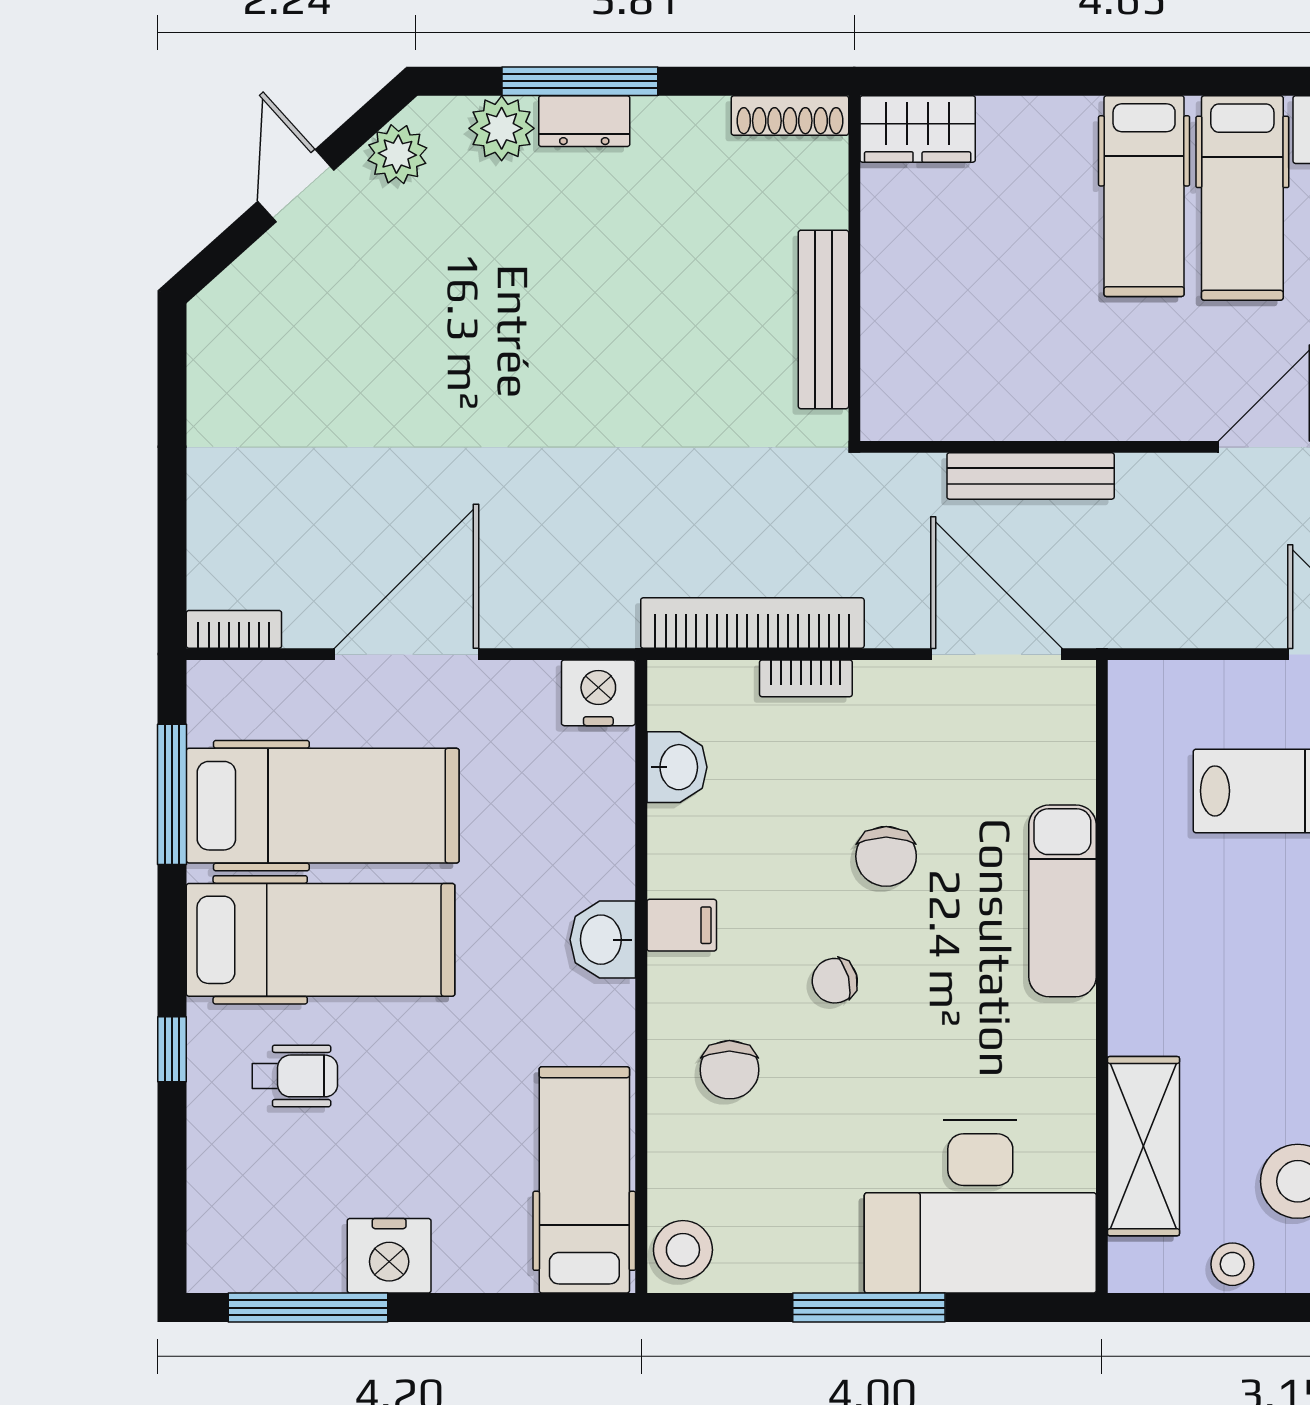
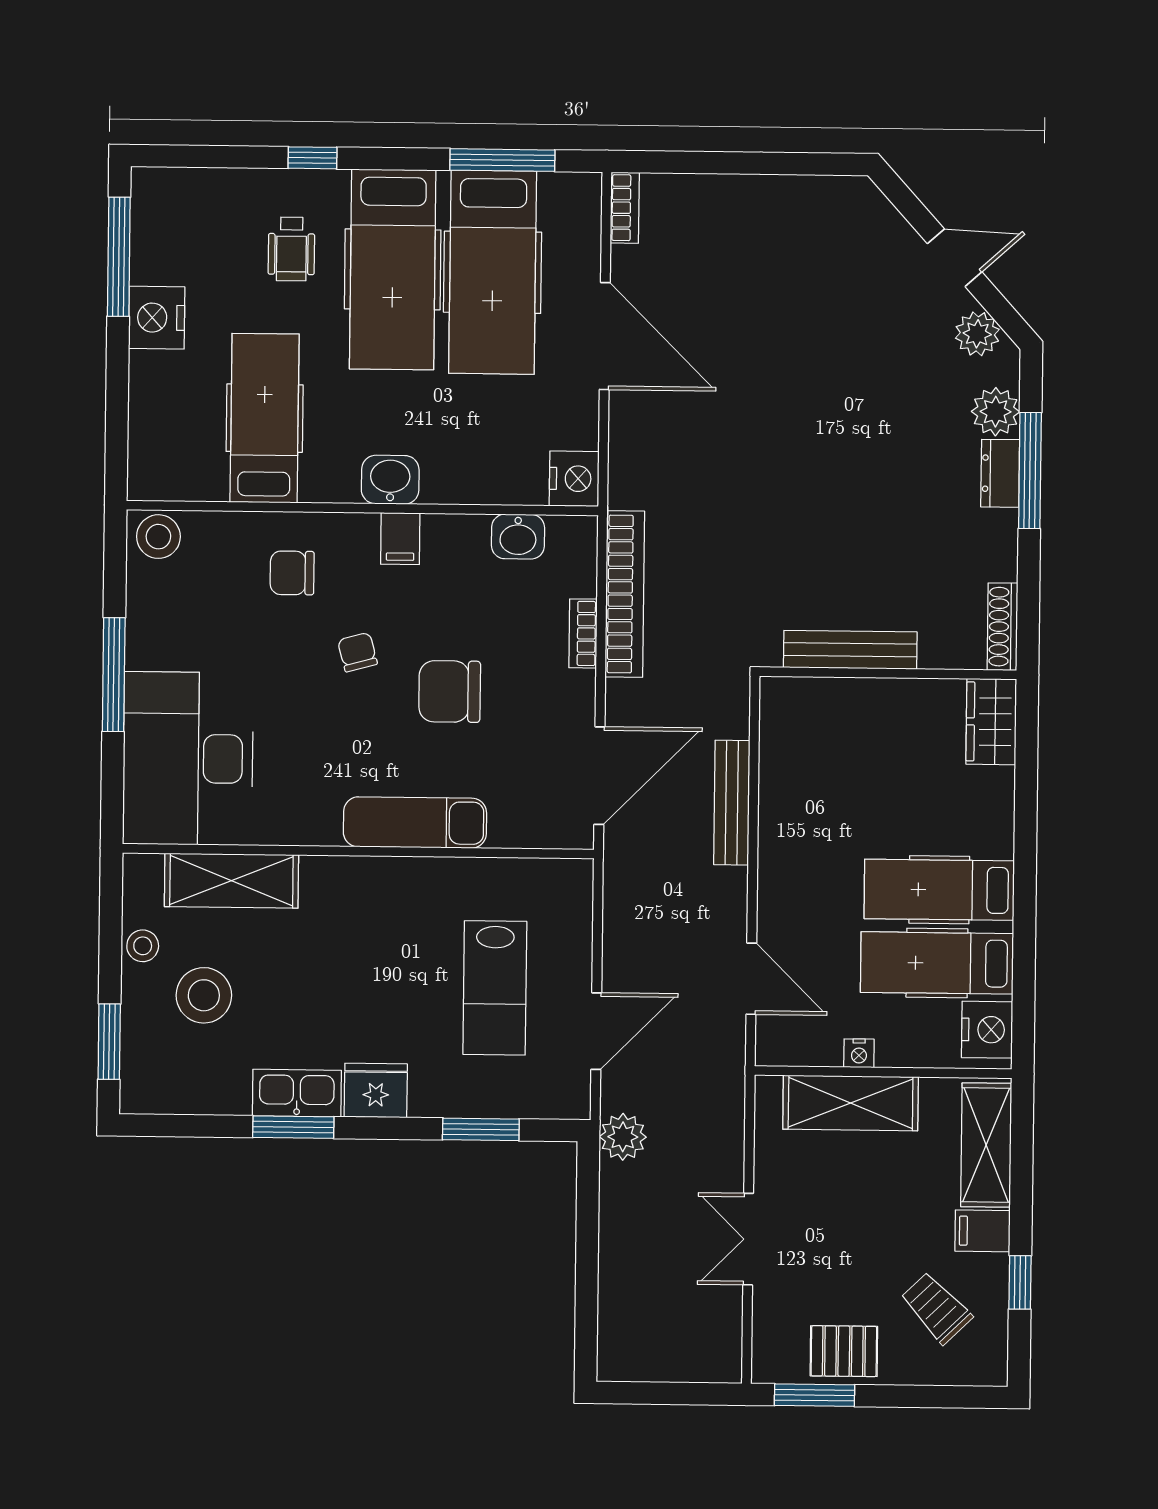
chair: (886, 856) -> (450, 692), width x1.37, depth x1.37
hospital bed: (584, 1180) -> (265, 418), moved, turned -90

